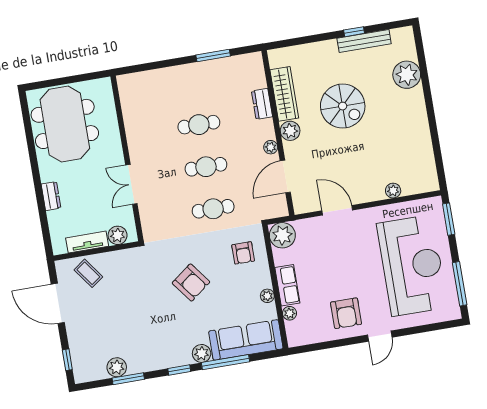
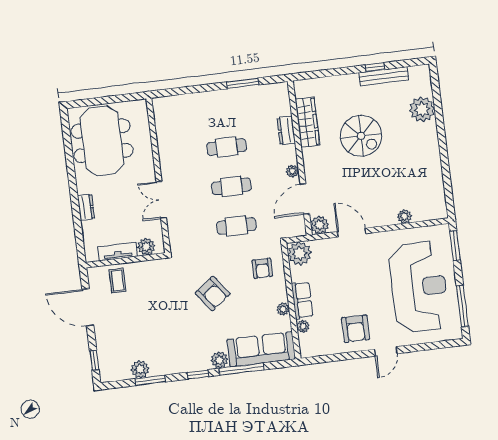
plant: (290, 131) -> (320, 225), moved
coffee table: (88, 273) -> (118, 281), turned 36

